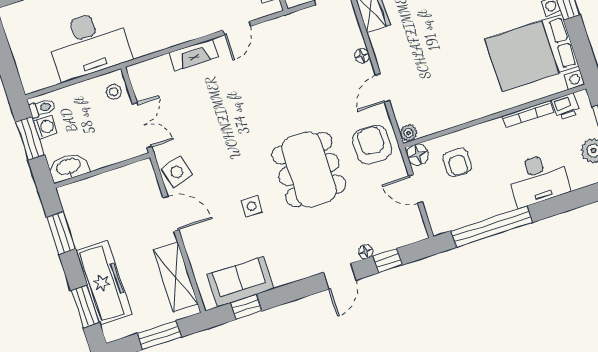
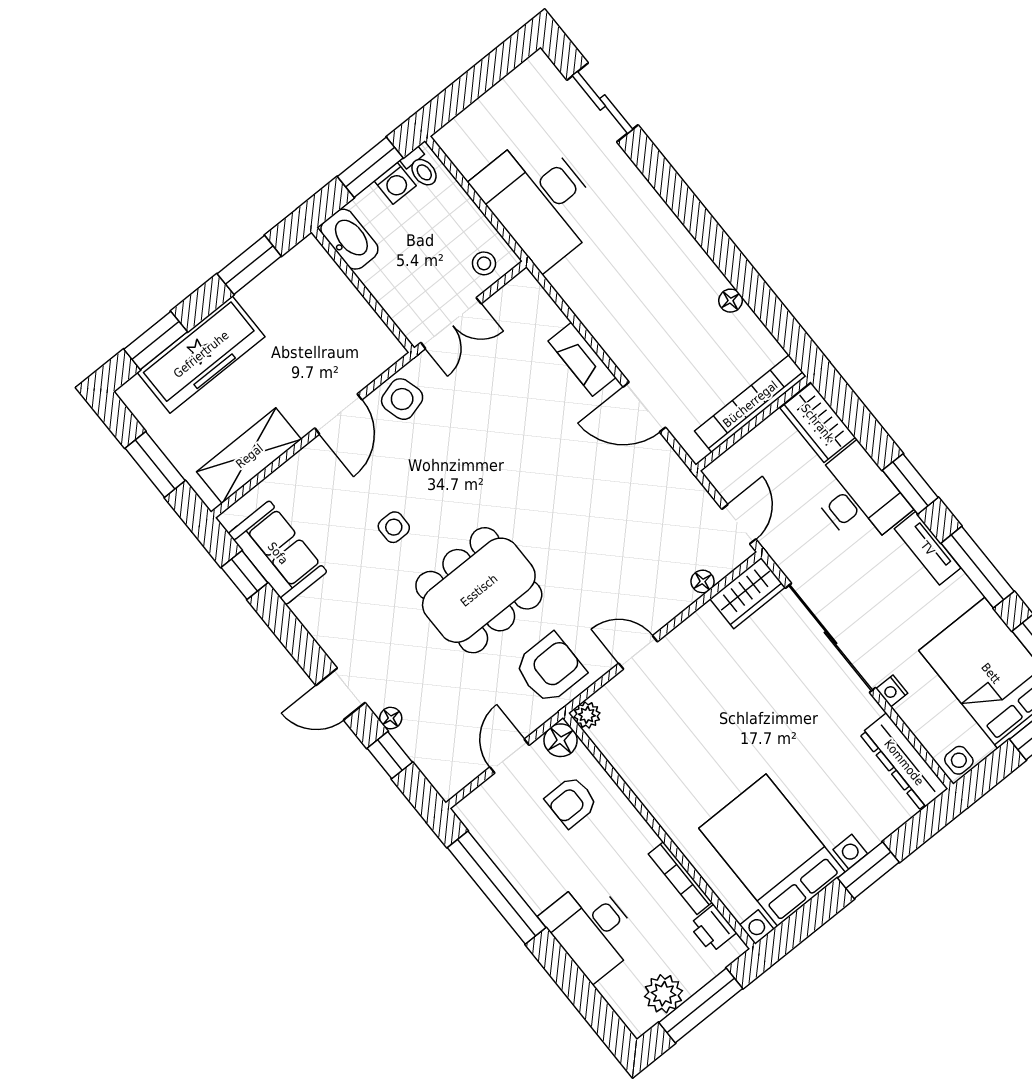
door: (237, 28) -> (644, 407), width x1.38
floor lamp: (362, 56) -> (703, 581), moved

